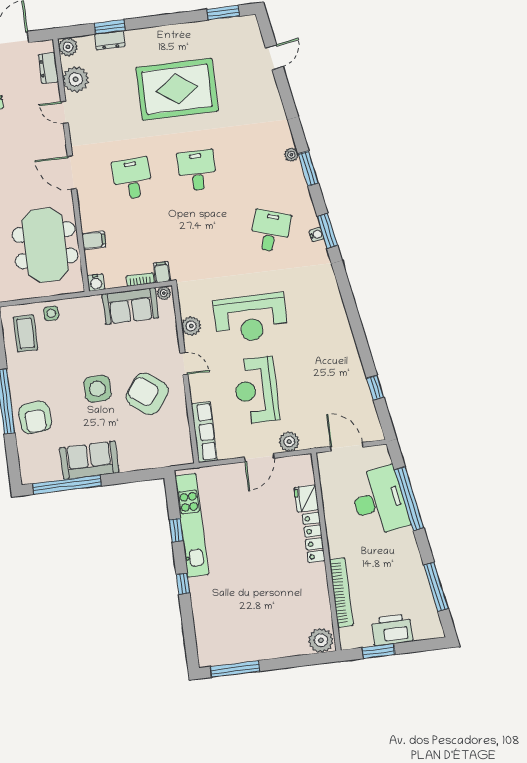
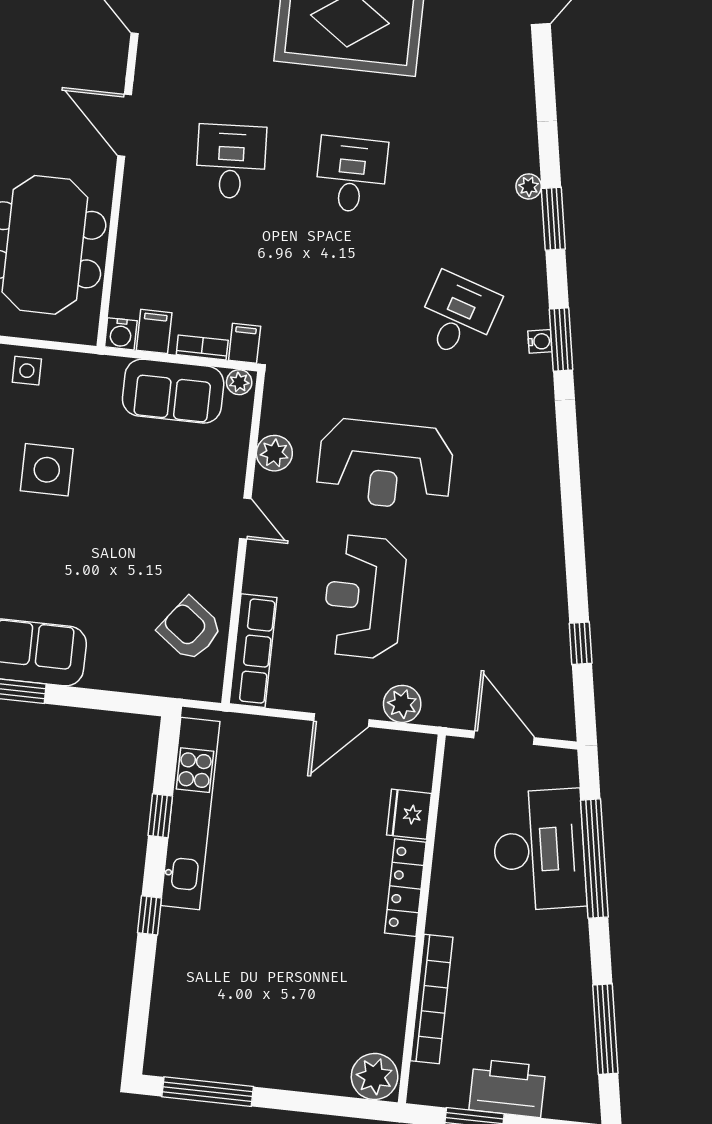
filing cabinet: (94, 240) -> (154, 331), moved, turned -90
side table: (97, 389) -> (47, 470), moved
armchair: (147, 394) -> (190, 629), moved, width x0.73, depth x0.73

